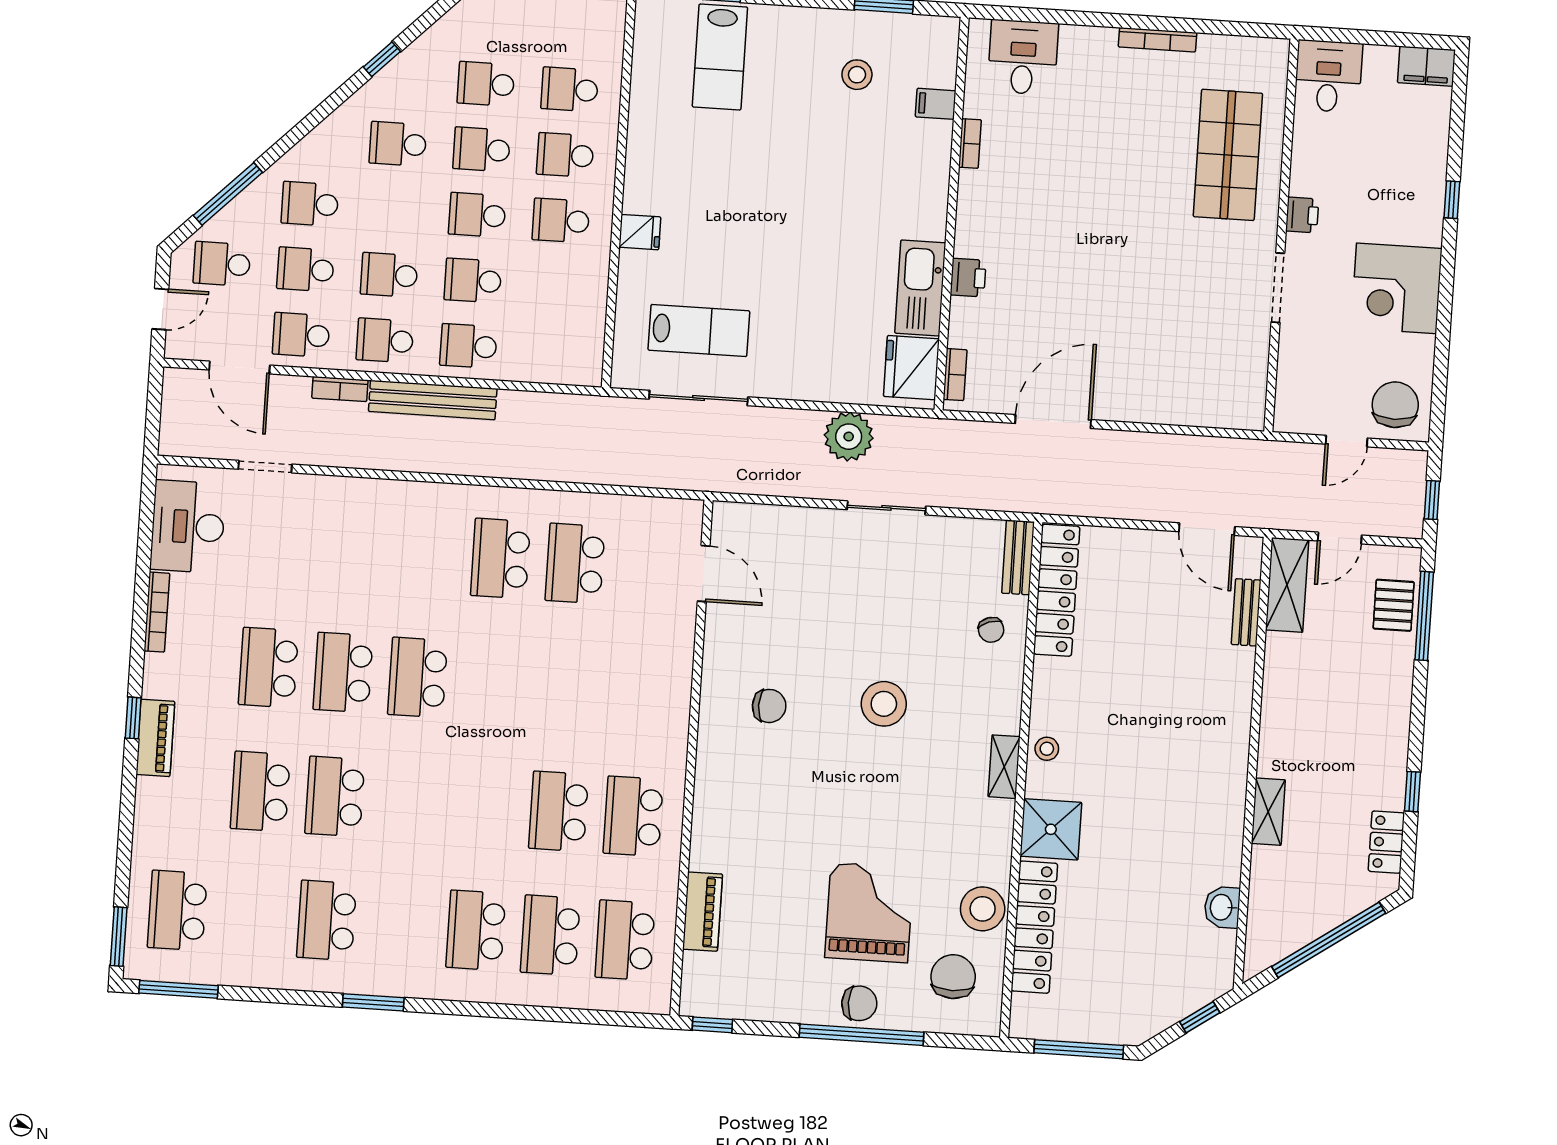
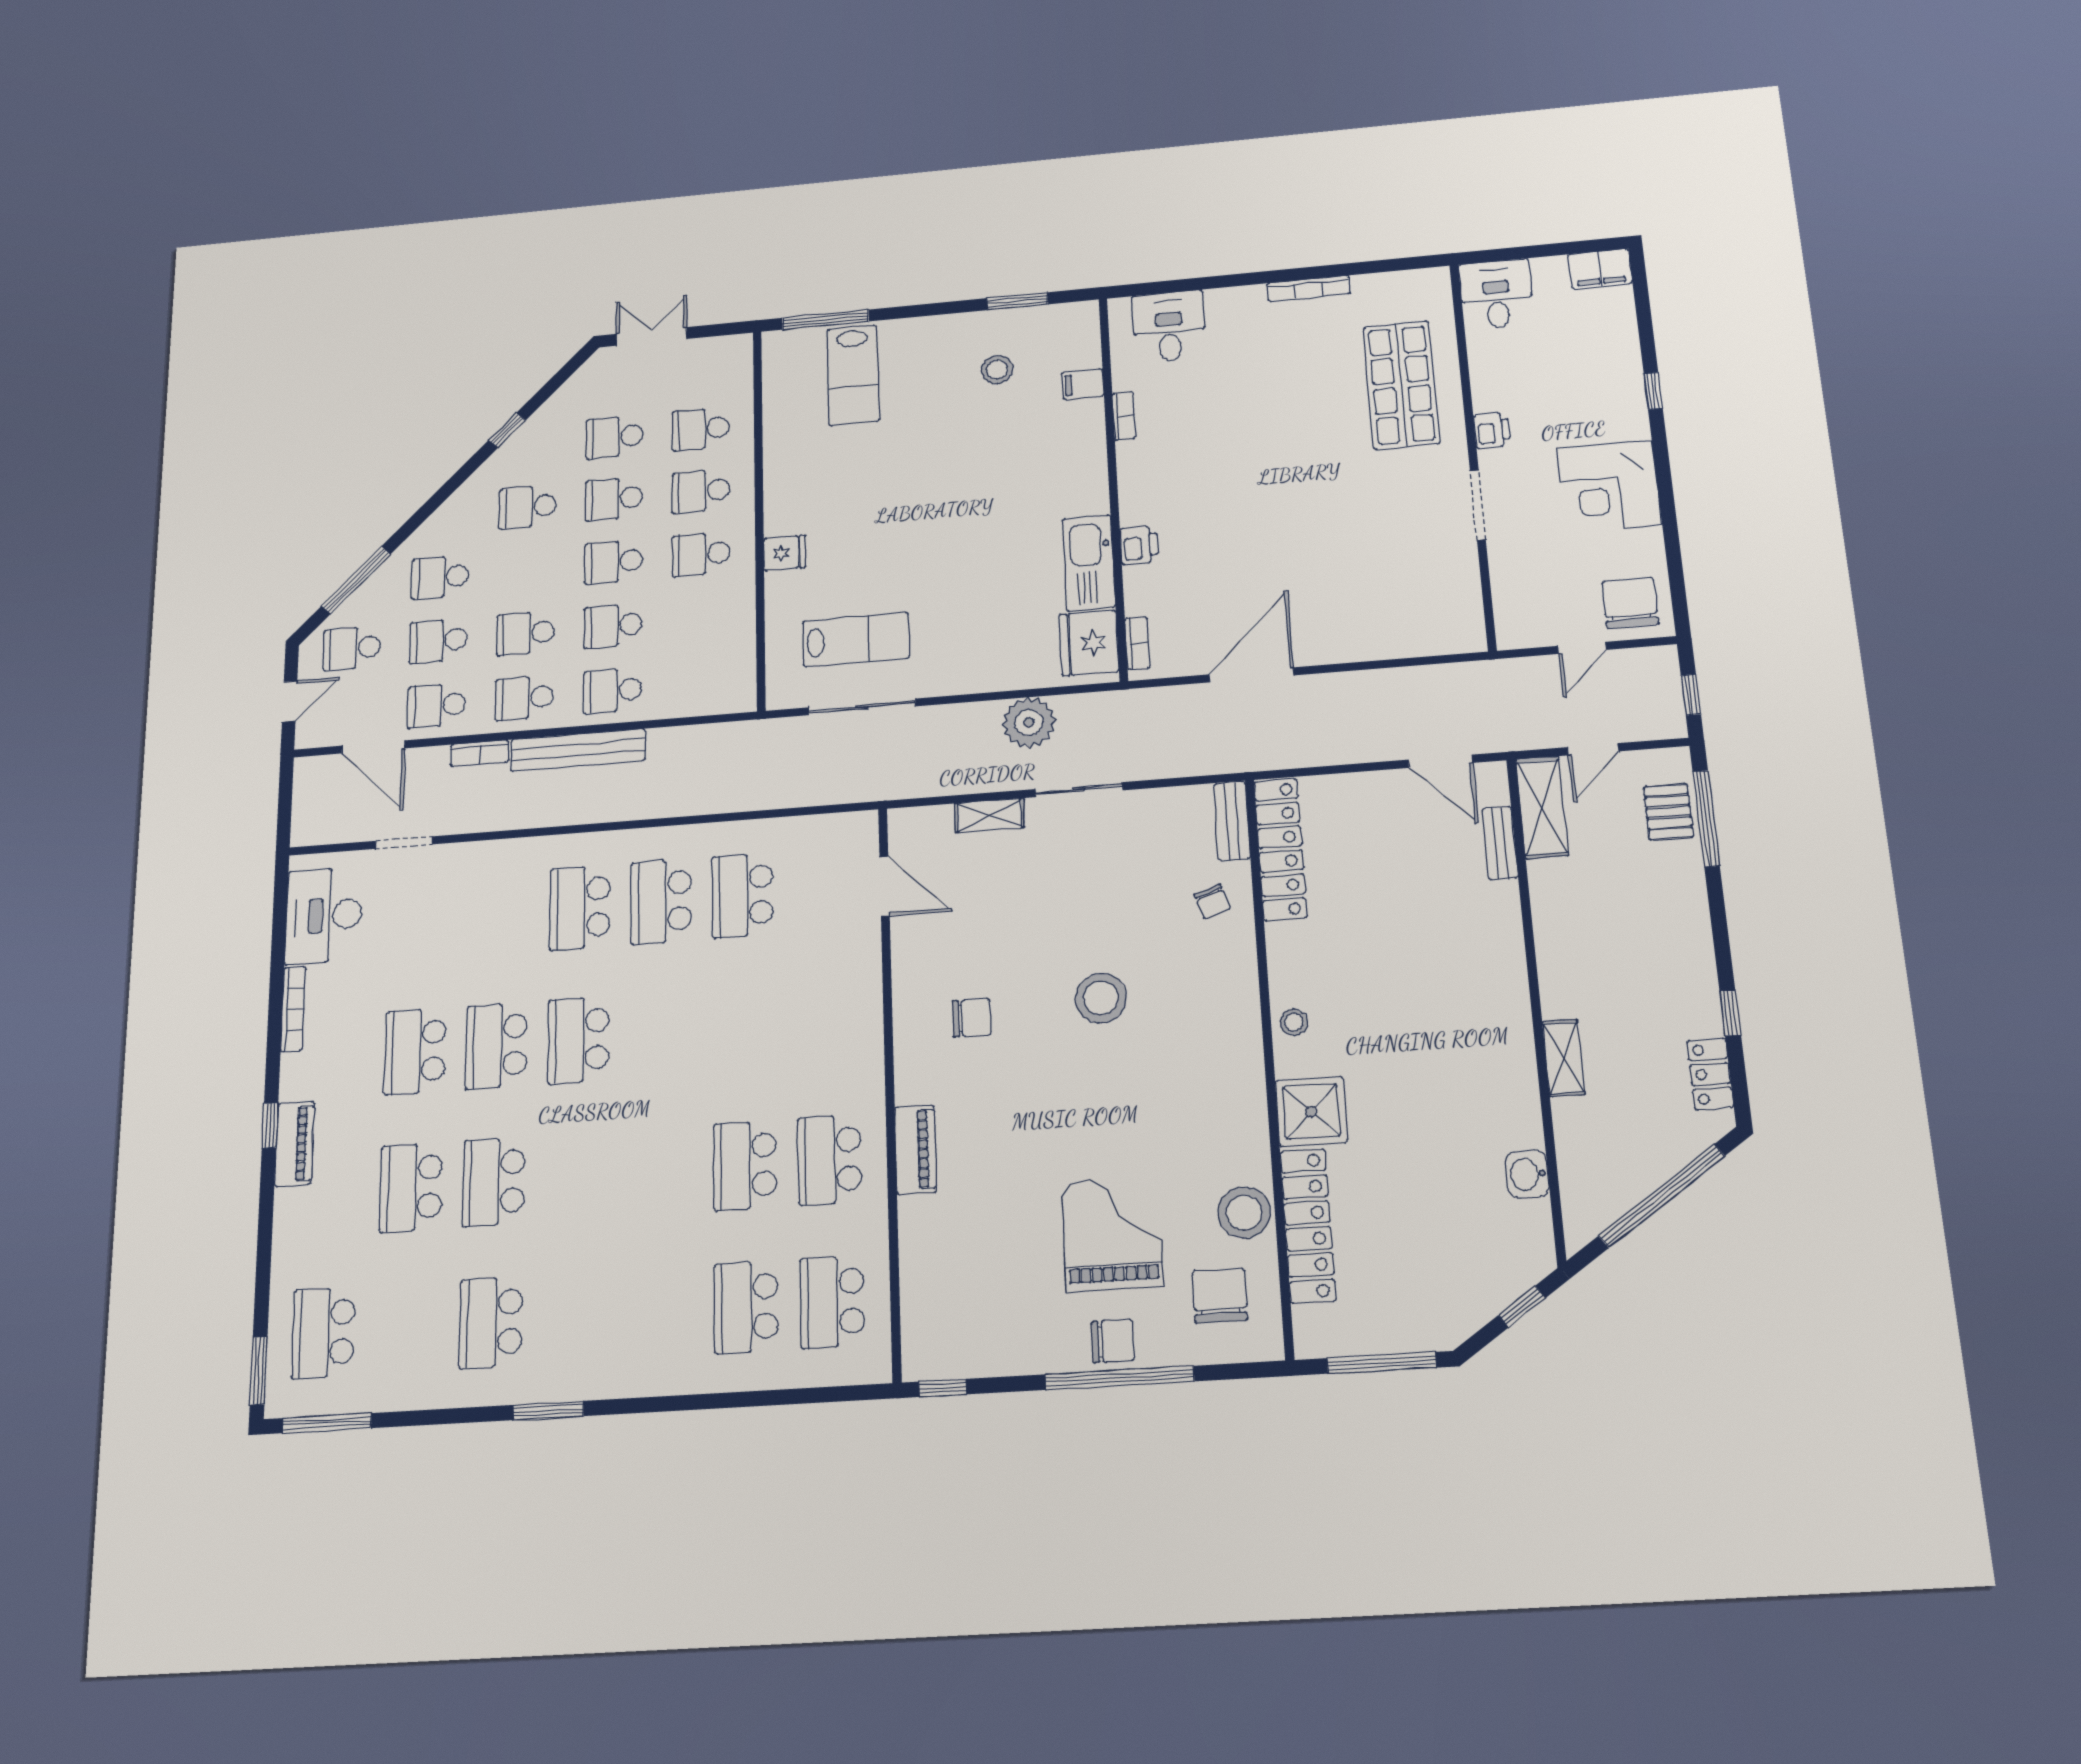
shelving: (1004, 767) -> (990, 815), moved, turned 90
piano: (703, 912) -> (916, 1150), moved
school desk: (476, 930) -> (580, 908), moved

